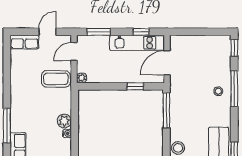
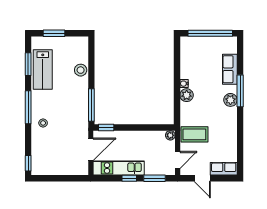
door: (47, 32) -> (202, 178), hinge flipped
window: (141, 32) -> (129, 178), moved
window: (135, 86) -> (106, 127), moved
window: (234, 89) -> (28, 107), moved
plant: (17, 116) -> (230, 100), added

